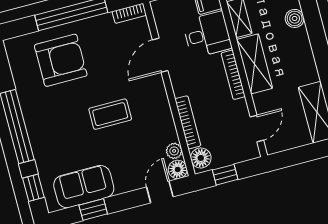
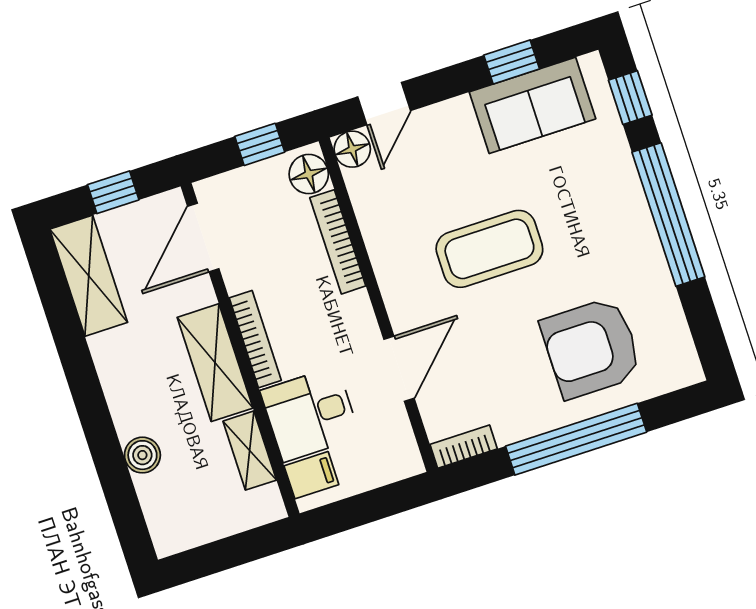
coffee table: (110, 114) -> (489, 249), width x1.36, depth x1.32
door: (257, 129) -> (203, 237), width x1.38
plant: (174, 151) -> (361, 185), removed
window: (302, 154) -> (113, 192), added

